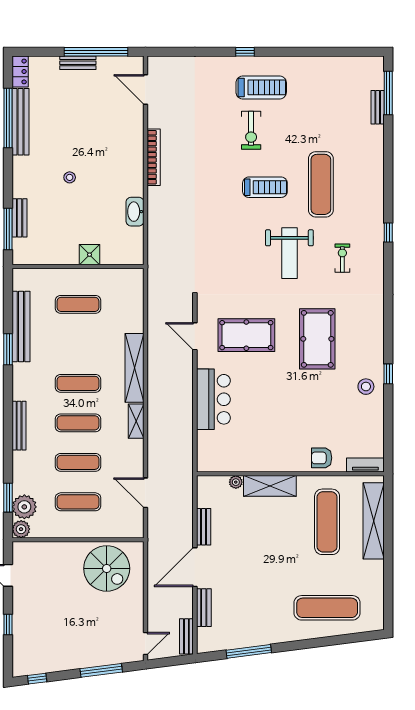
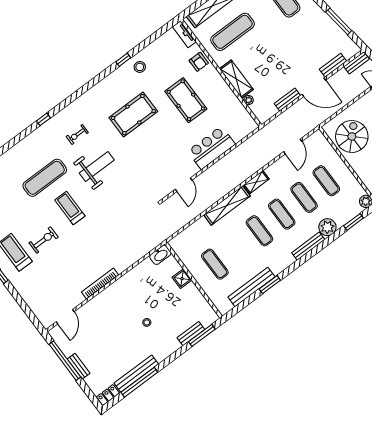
washbasin: (135, 212) -> (160, 255), moved
pool table: (246, 335) -> (186, 100), moved
plant: (24, 507) -> (327, 227), moved

